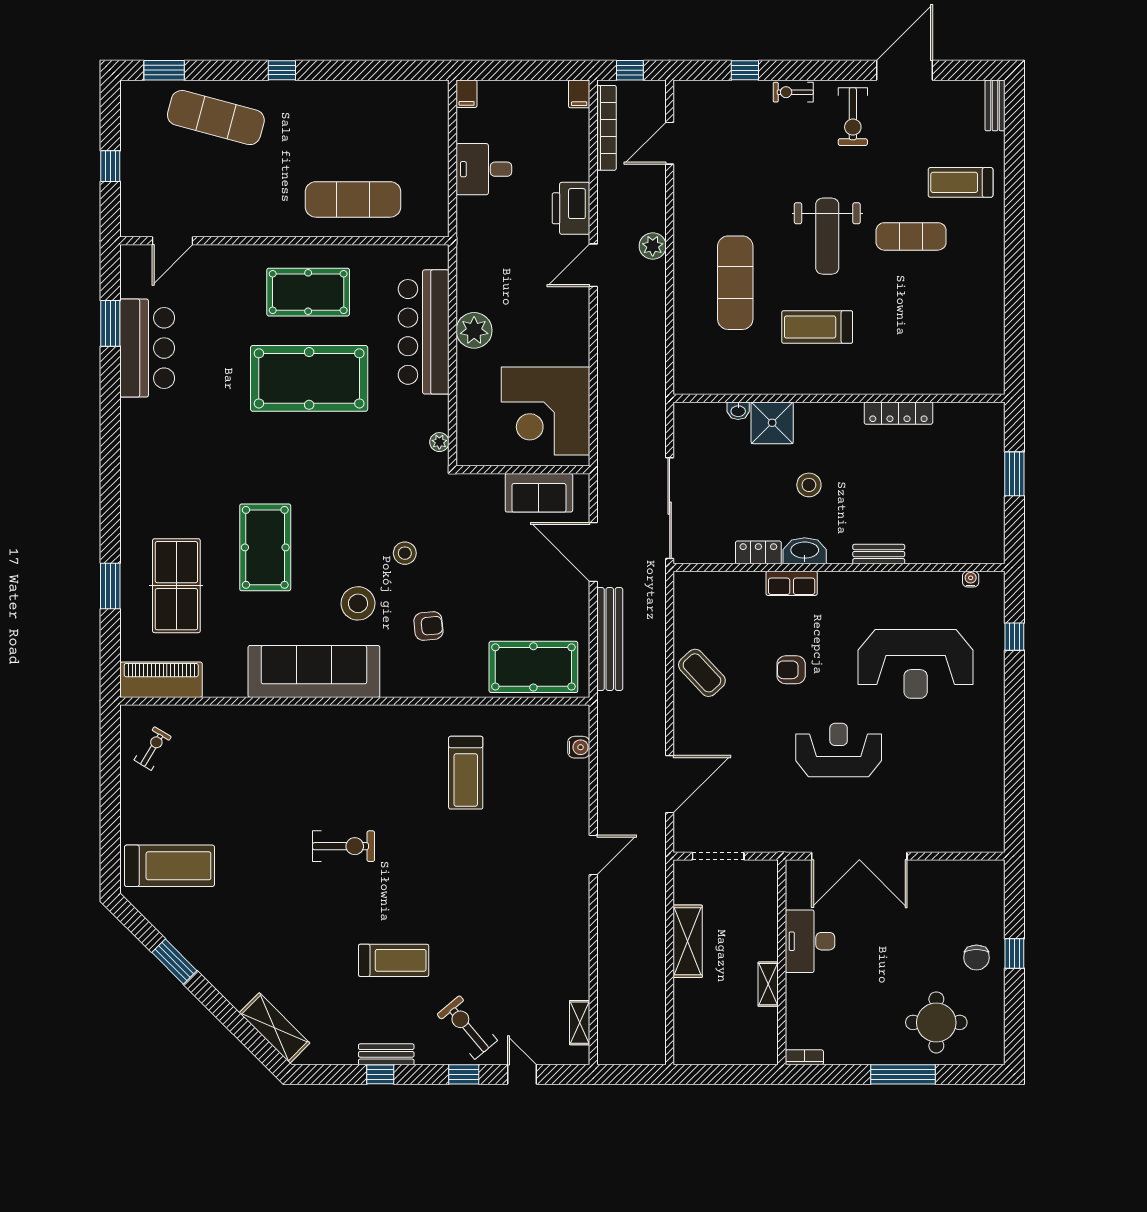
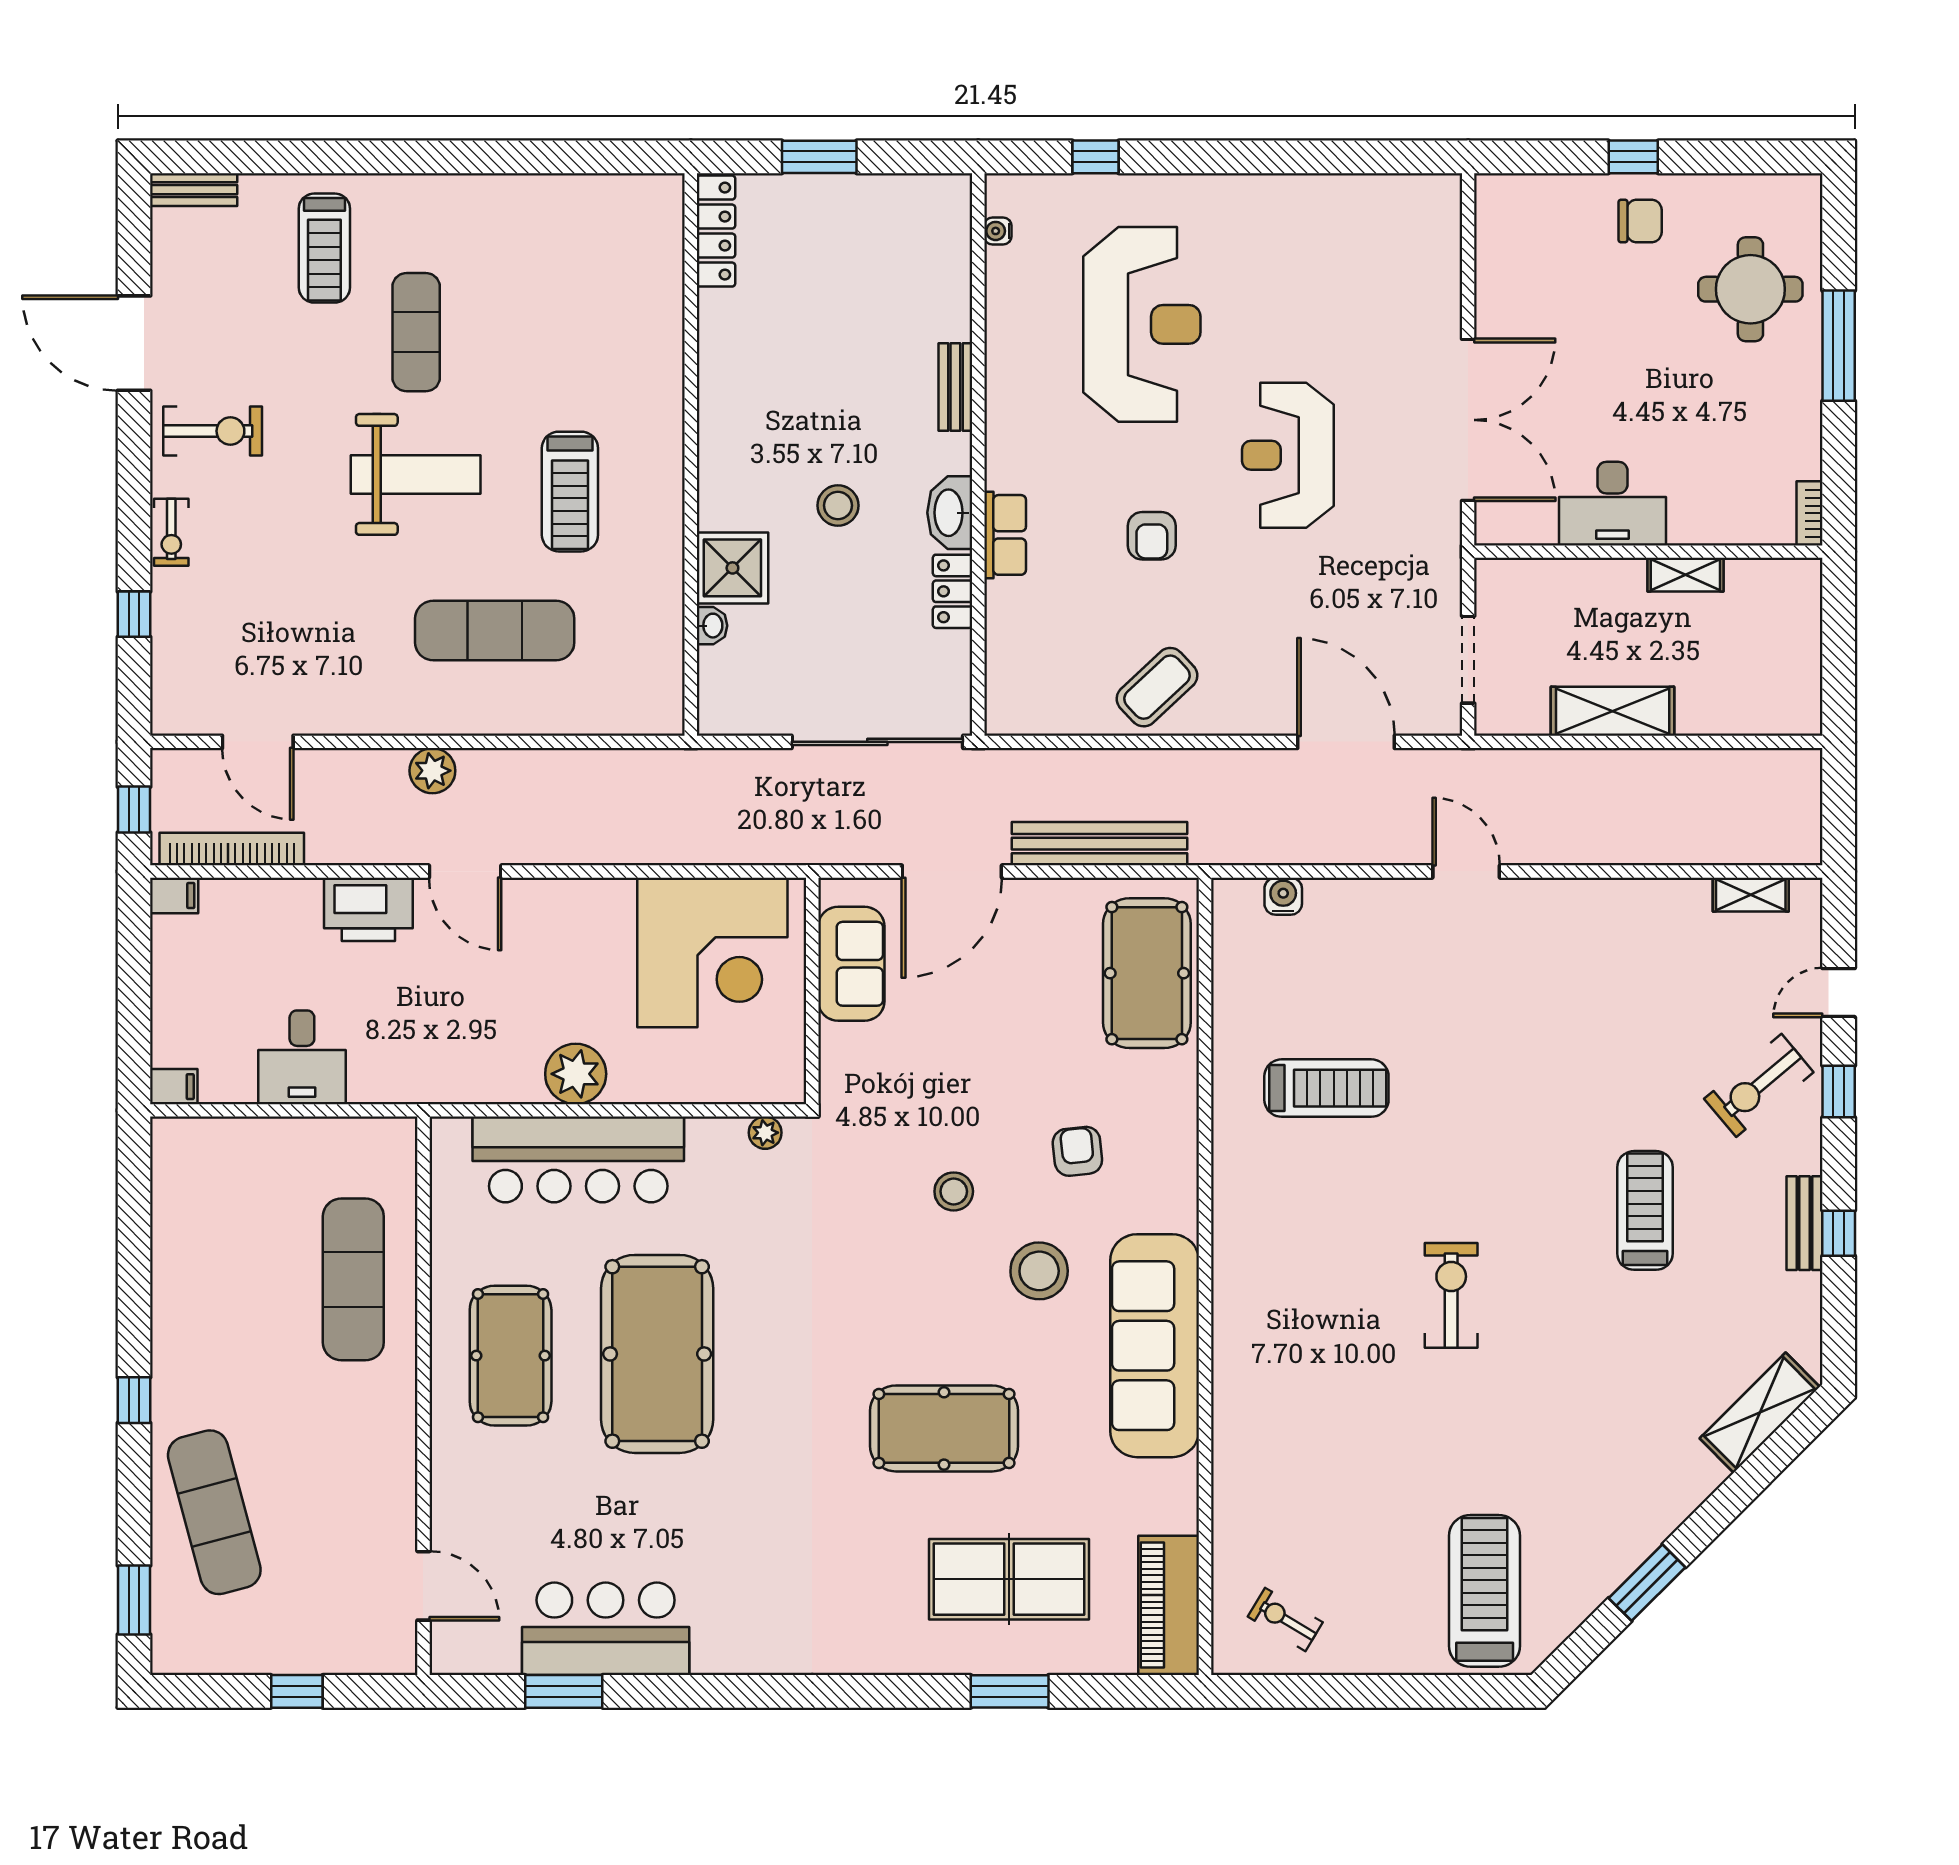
exercise mat: (216, 118) -> (214, 1512), turned -30
locker: (898, 413) -> (716, 231), moved

